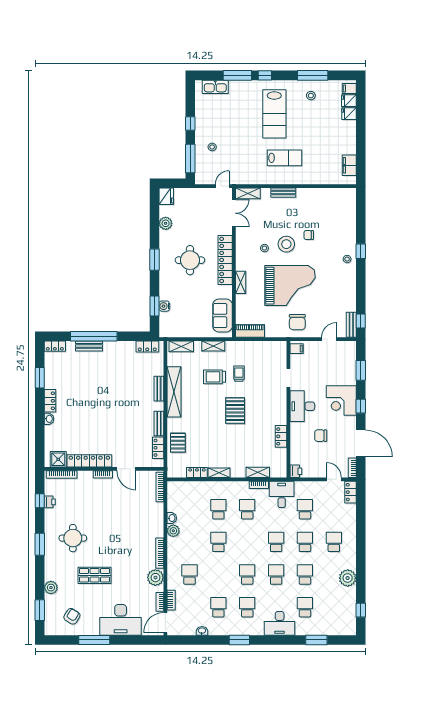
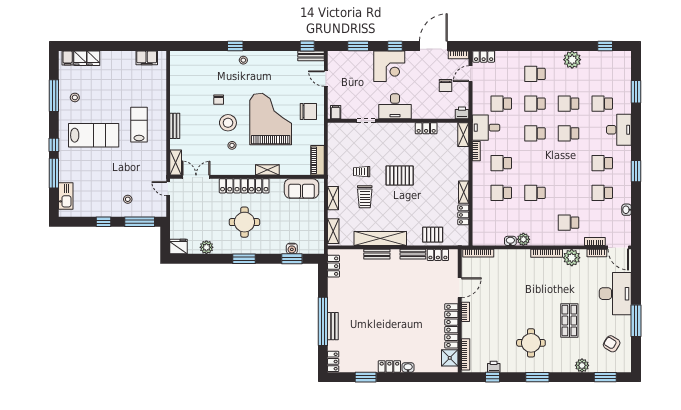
chair: (321, 436) -> (445, 86), moved
shelving: (258, 472) -> (463, 135), moved
school desk: (247, 575) -> (569, 163), removed

